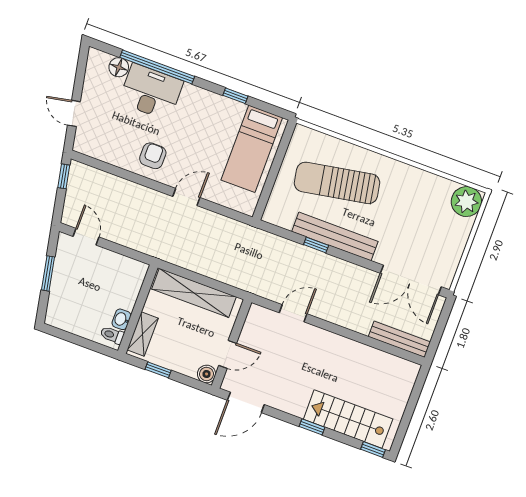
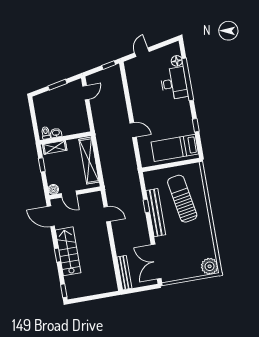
armchair: (153, 156) -> (144, 102), removed
stairs: (348, 419) -> (68, 251), moved

